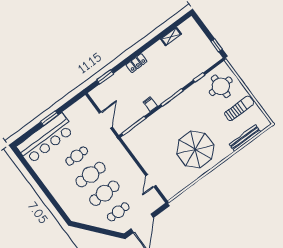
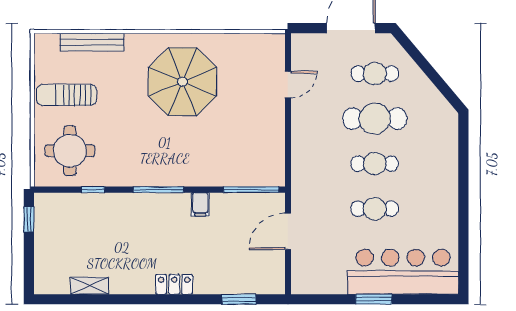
cafe table: (91, 175) -> (375, 164), width x0.73, depth x0.74

